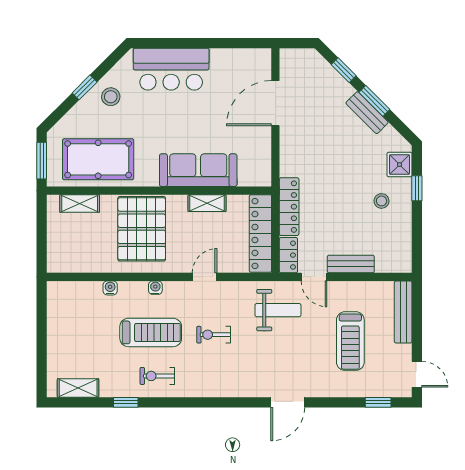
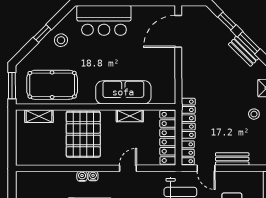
door: (275, 103) -> (178, 31), moved
water cooler: (110, 288) -> (82, 176), moved

